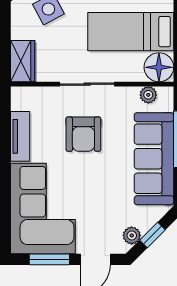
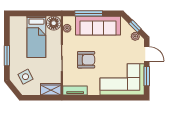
tv unit: (20, 136) -> (75, 90), moved

